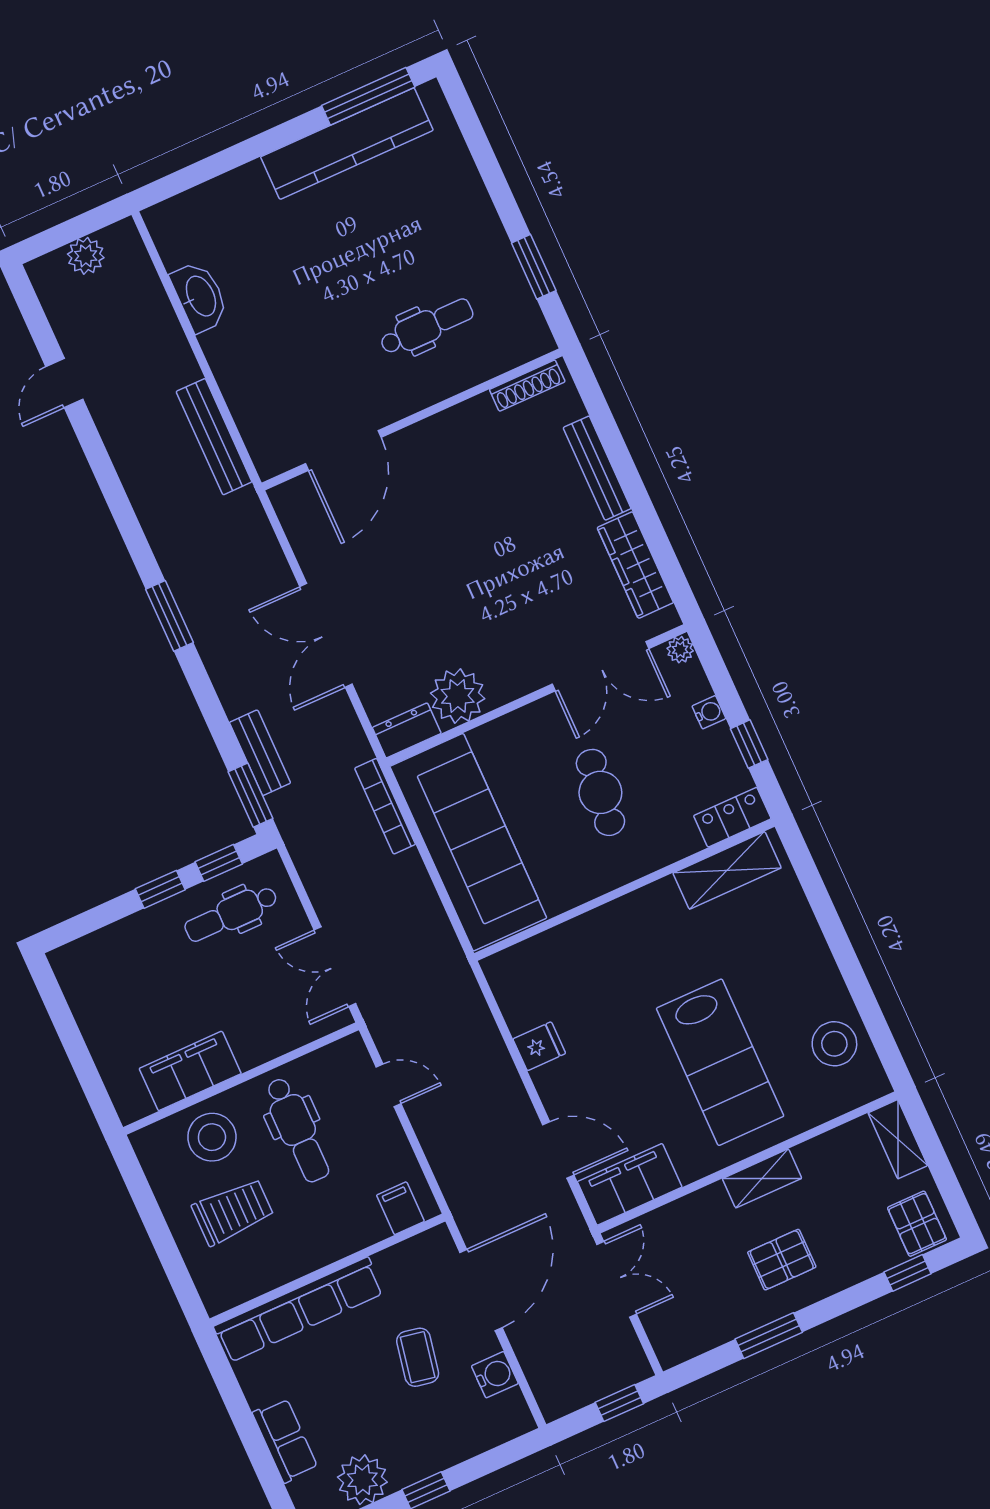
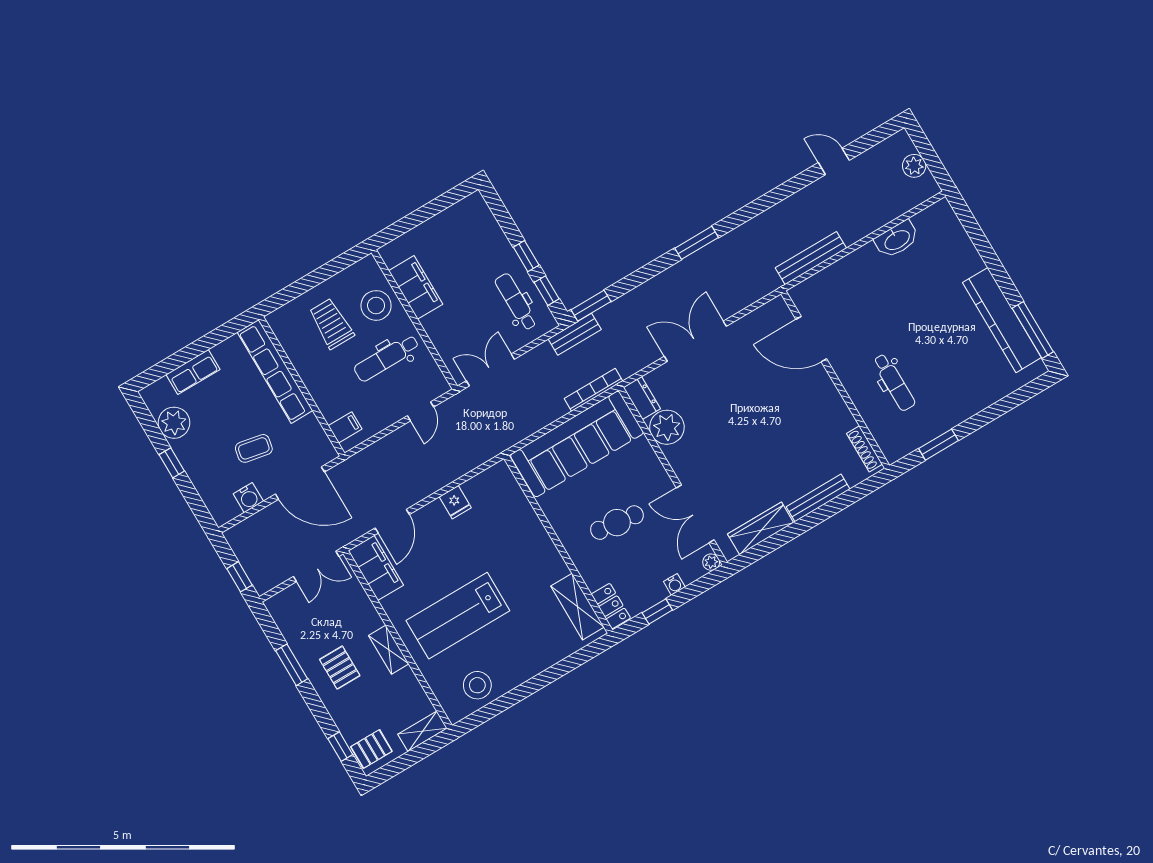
bench: (260, 753) -> (575, 334), moved
trolley: (233, 1212) -> (331, 324), turned 180

